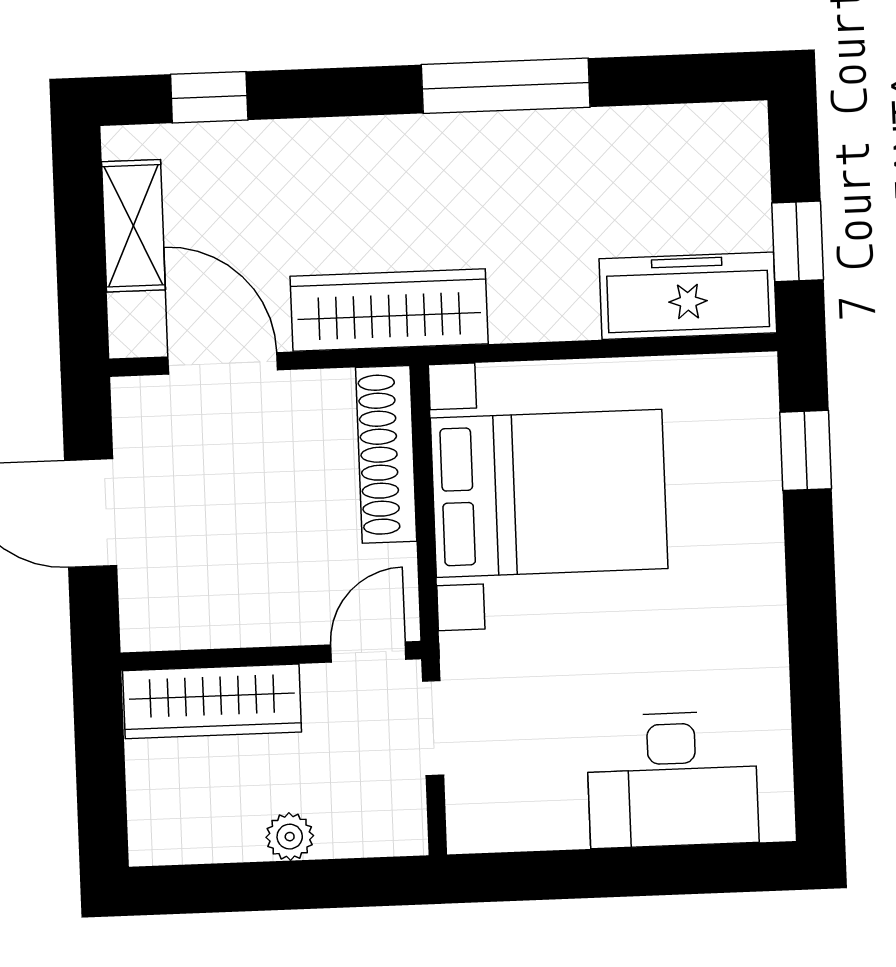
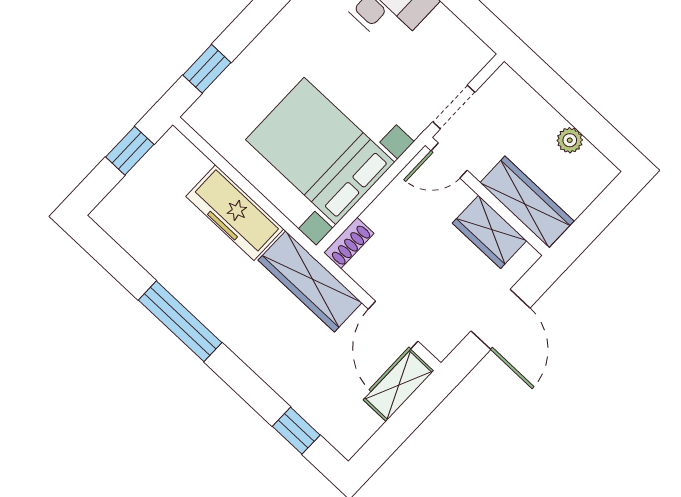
shelving: (133, 226) -> (399, 385), moved
freezer: (688, 296) -> (235, 213), moved
shoe rack: (386, 454) -> (349, 243), width x0.51, depth x0.81
wardrobe: (221, 613) -> (490, 232), added
plant: (290, 837) -> (570, 140), moved

